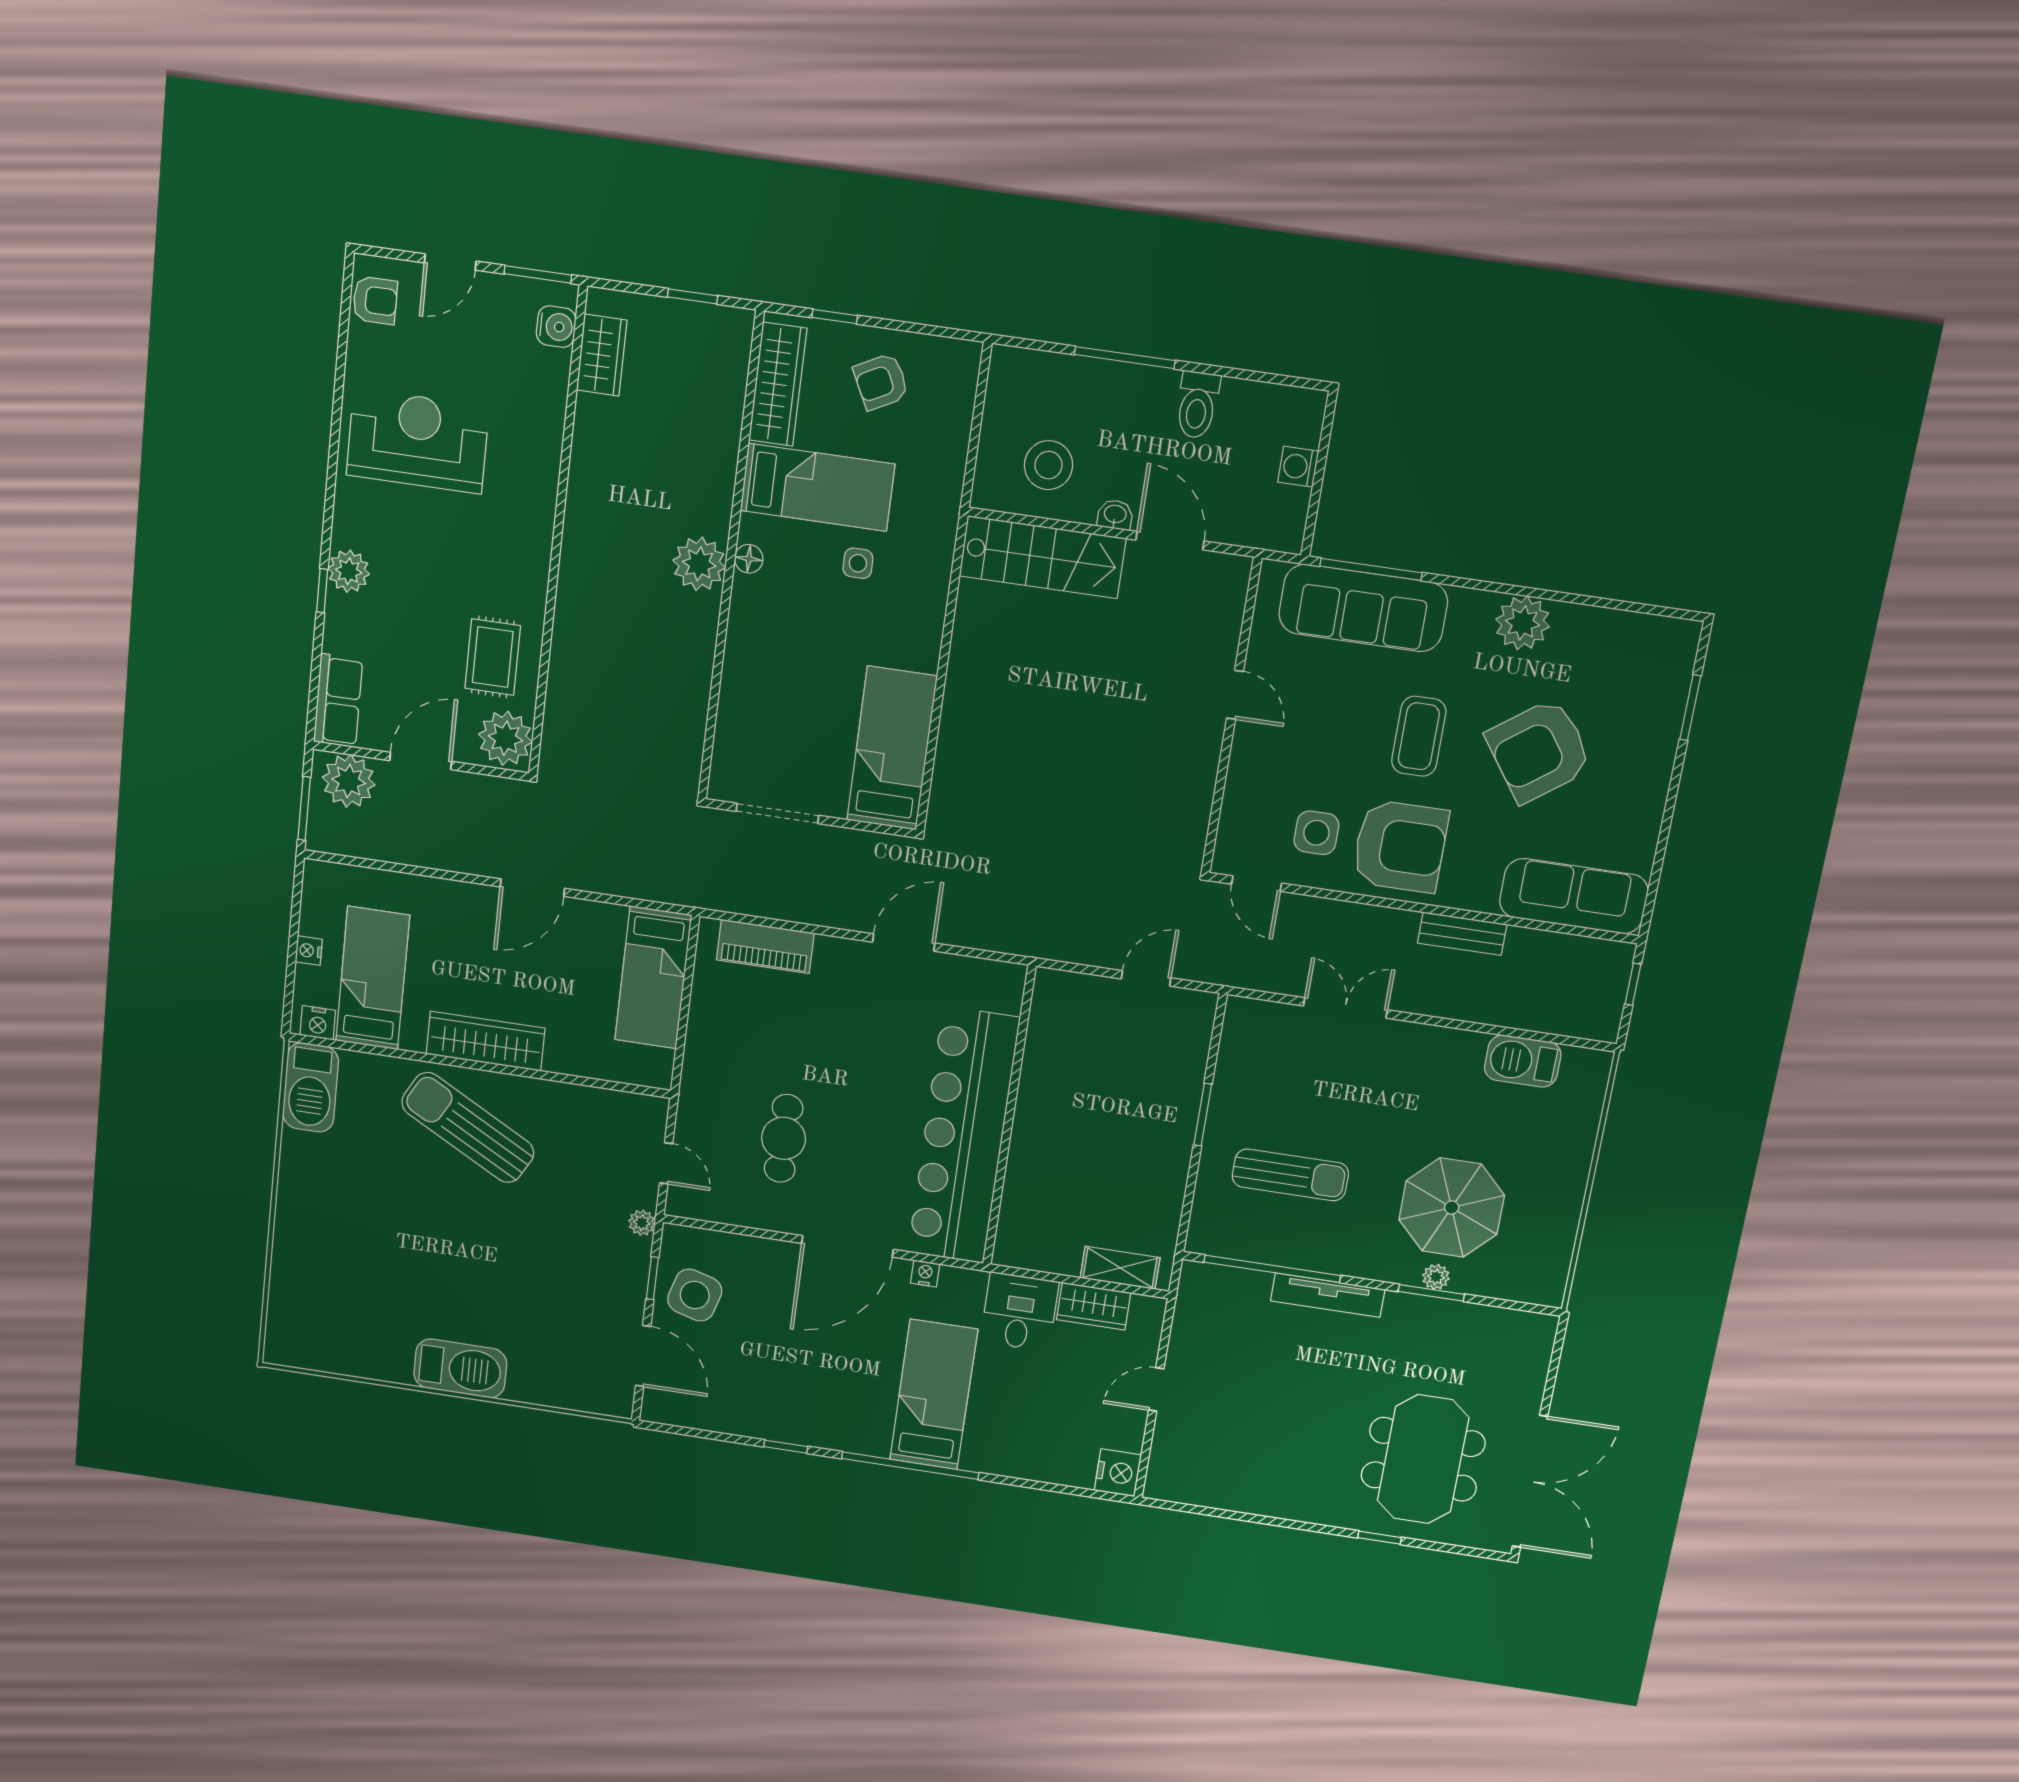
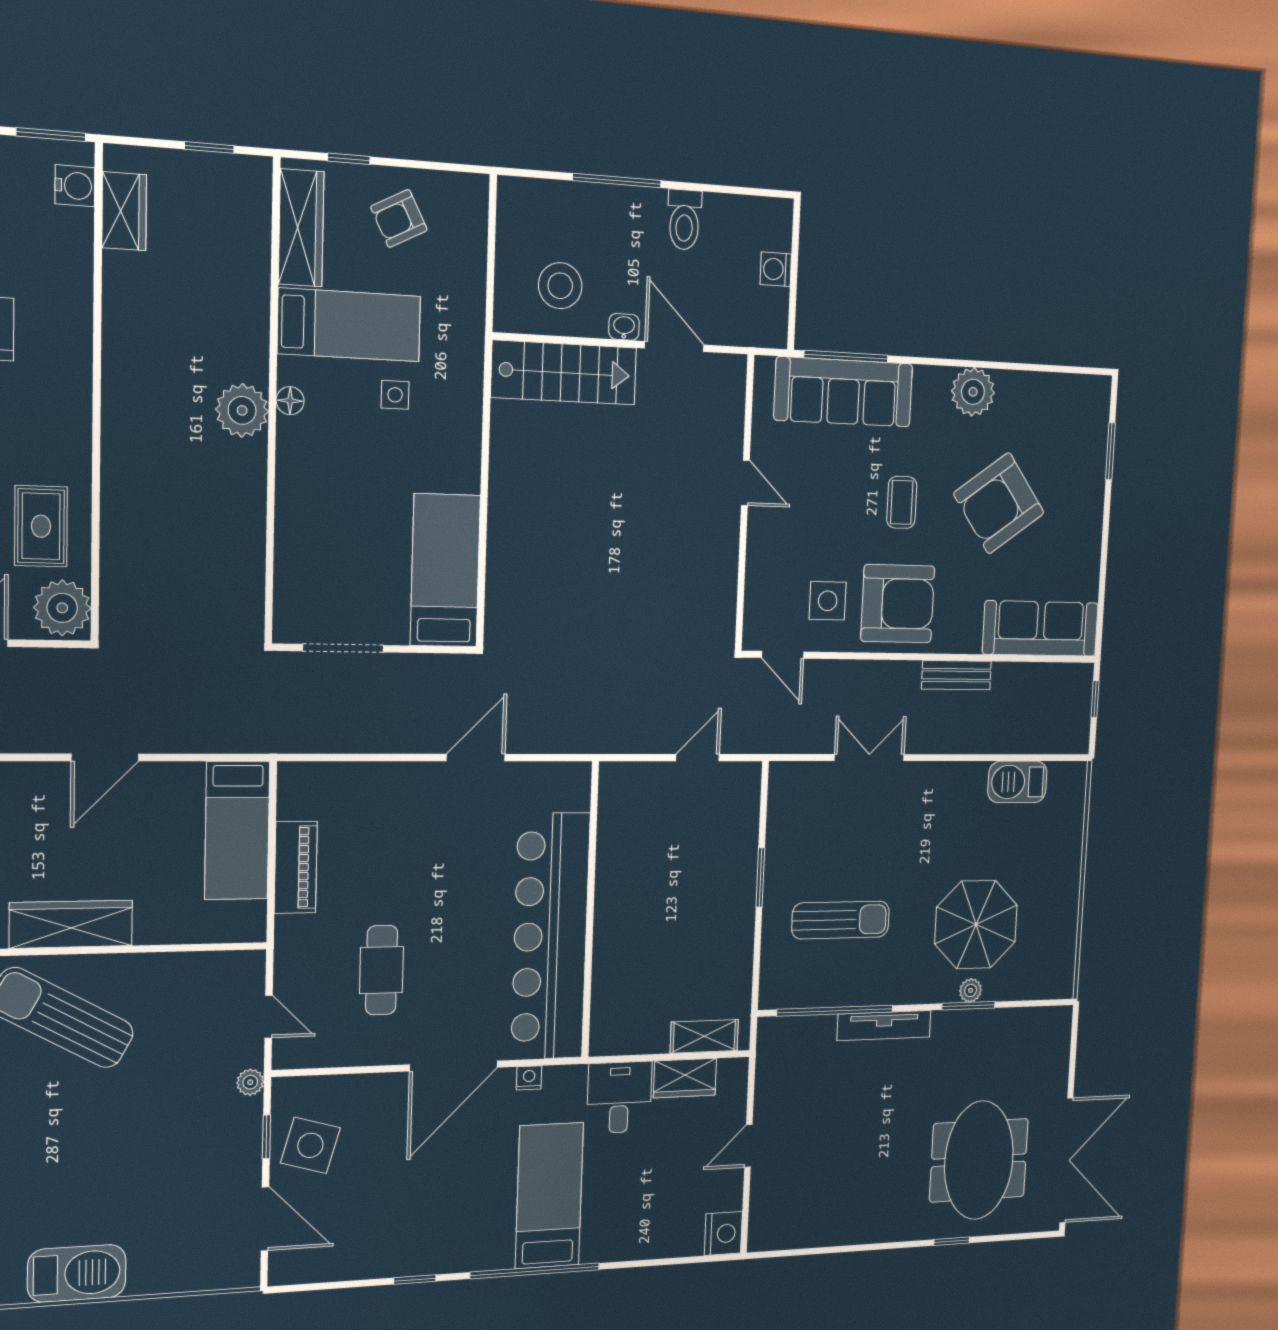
coffee table: (1419, 736) -> (902, 502), width x0.73, depth x0.77
piano: (765, 946) -> (296, 867), moved, turned -90

